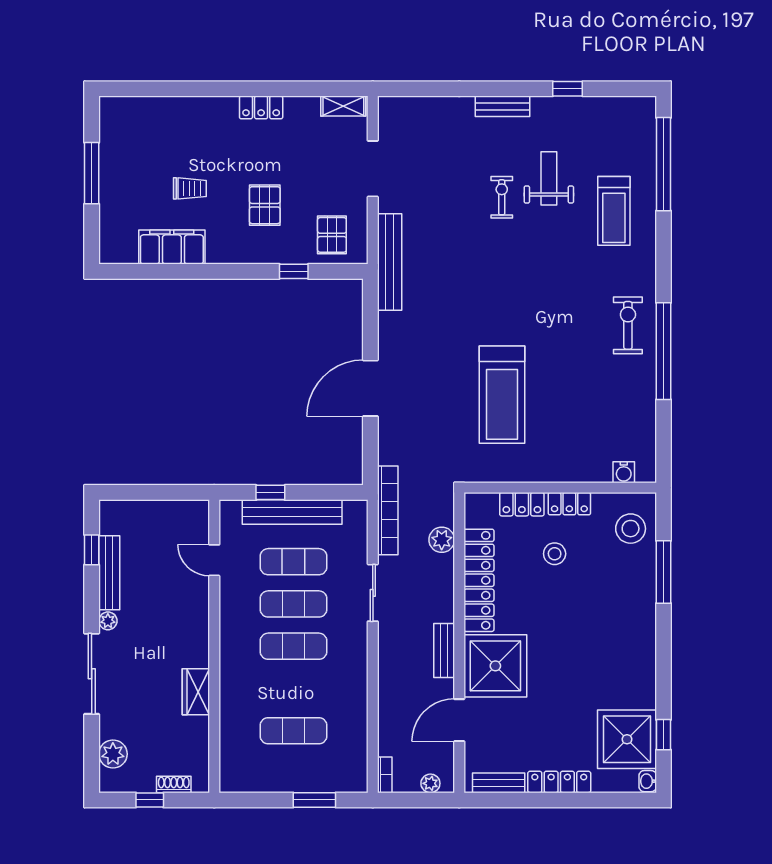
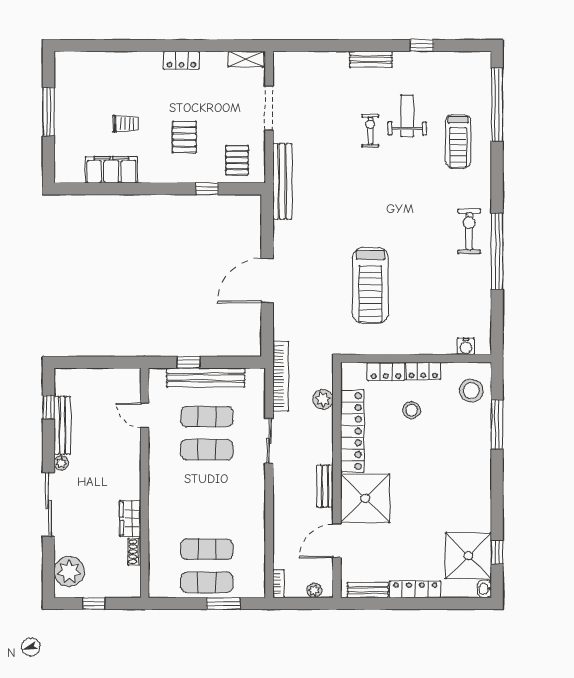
exercise mat: (293, 646) -> (207, 582), moved
plant: (113, 754) -> (69, 571), width x1.36, depth x1.36
shoe rack: (174, 784) -> (134, 552), moved, turned -90

